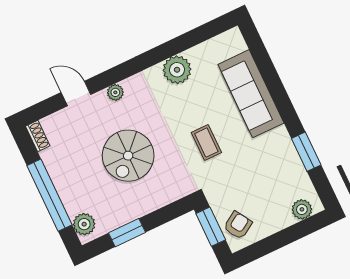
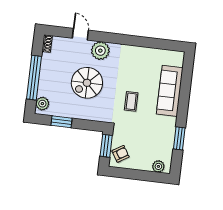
plant: (177, 70) -> (140, 55), removed
plant: (115, 92) -> (100, 51), width x1.87, depth x1.87

